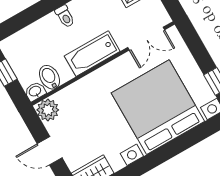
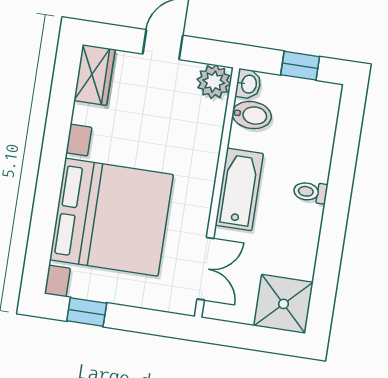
double door: (146, 39) -> (205, 269), swing flipped

